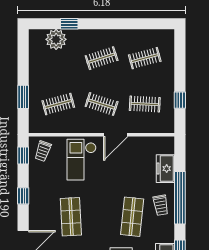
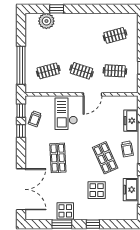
clothes rail: (102, 58) -> (82, 35), removed
window: (23, 97) -> (21, 65), width x2.11
trolley: (43, 151) -> (35, 119), moved
window: (23, 196) -> (21, 131), moved
shop shelf: (132, 217) -> (105, 158), turned -30

